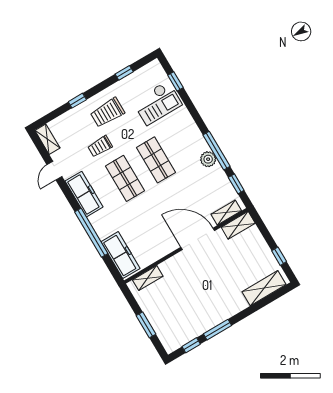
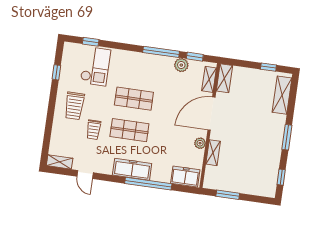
window: (77, 101) -> (50, 120), removed
plant: (208, 159) -> (181, 65), moved
freezer: (84, 194) -> (132, 169), moved
plant: (164, 250) -> (200, 143), added
freezer: (121, 255) -> (185, 177), width x0.71
shelving: (148, 278) -> (213, 153), moved
window: (146, 325) -> (228, 195), moved
window: (218, 330) -> (287, 137), moved

